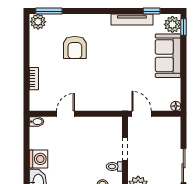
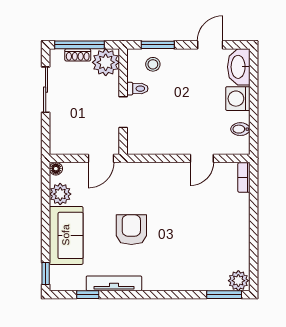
plant: (172, 24) -> (60, 194), moved
armchair: (75, 47) -> (131, 230), moved
bookcase: (34, 79) -> (244, 177), moved
door: (142, 114) -> (101, 158), hinge flipped
bidet: (37, 122) -> (240, 129), moved

